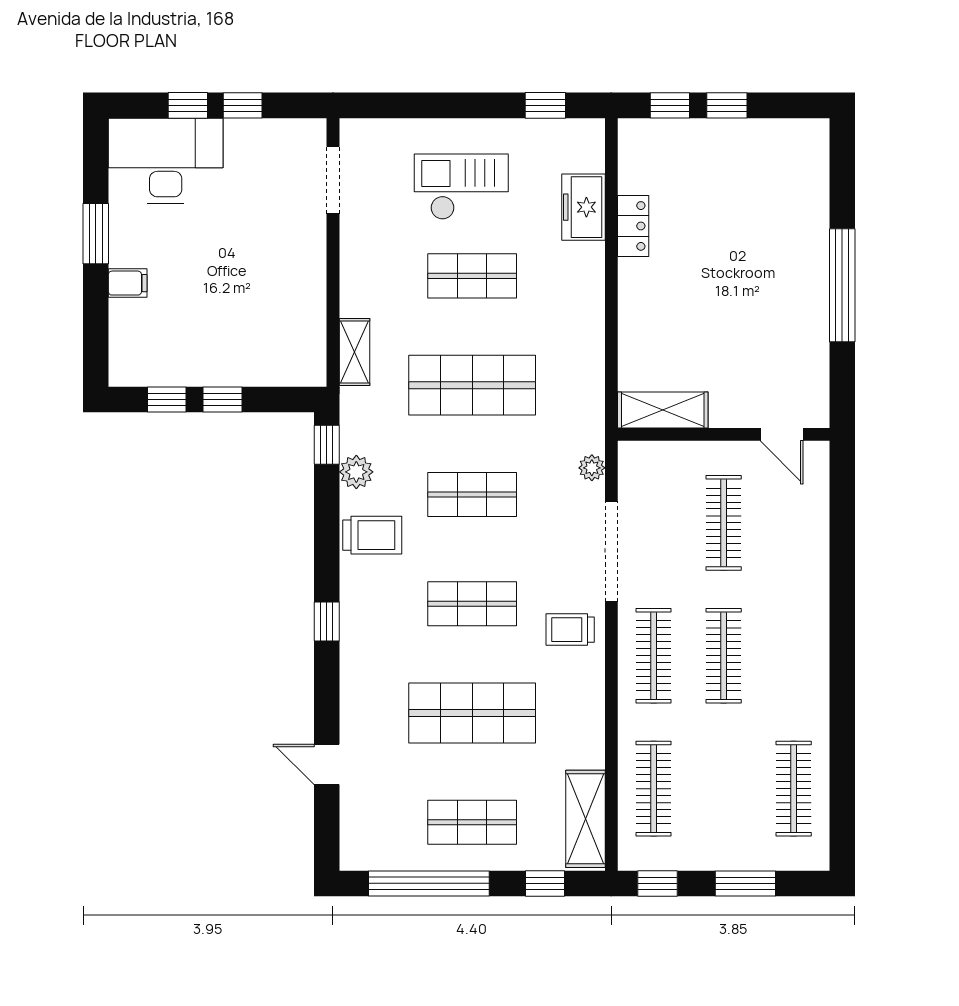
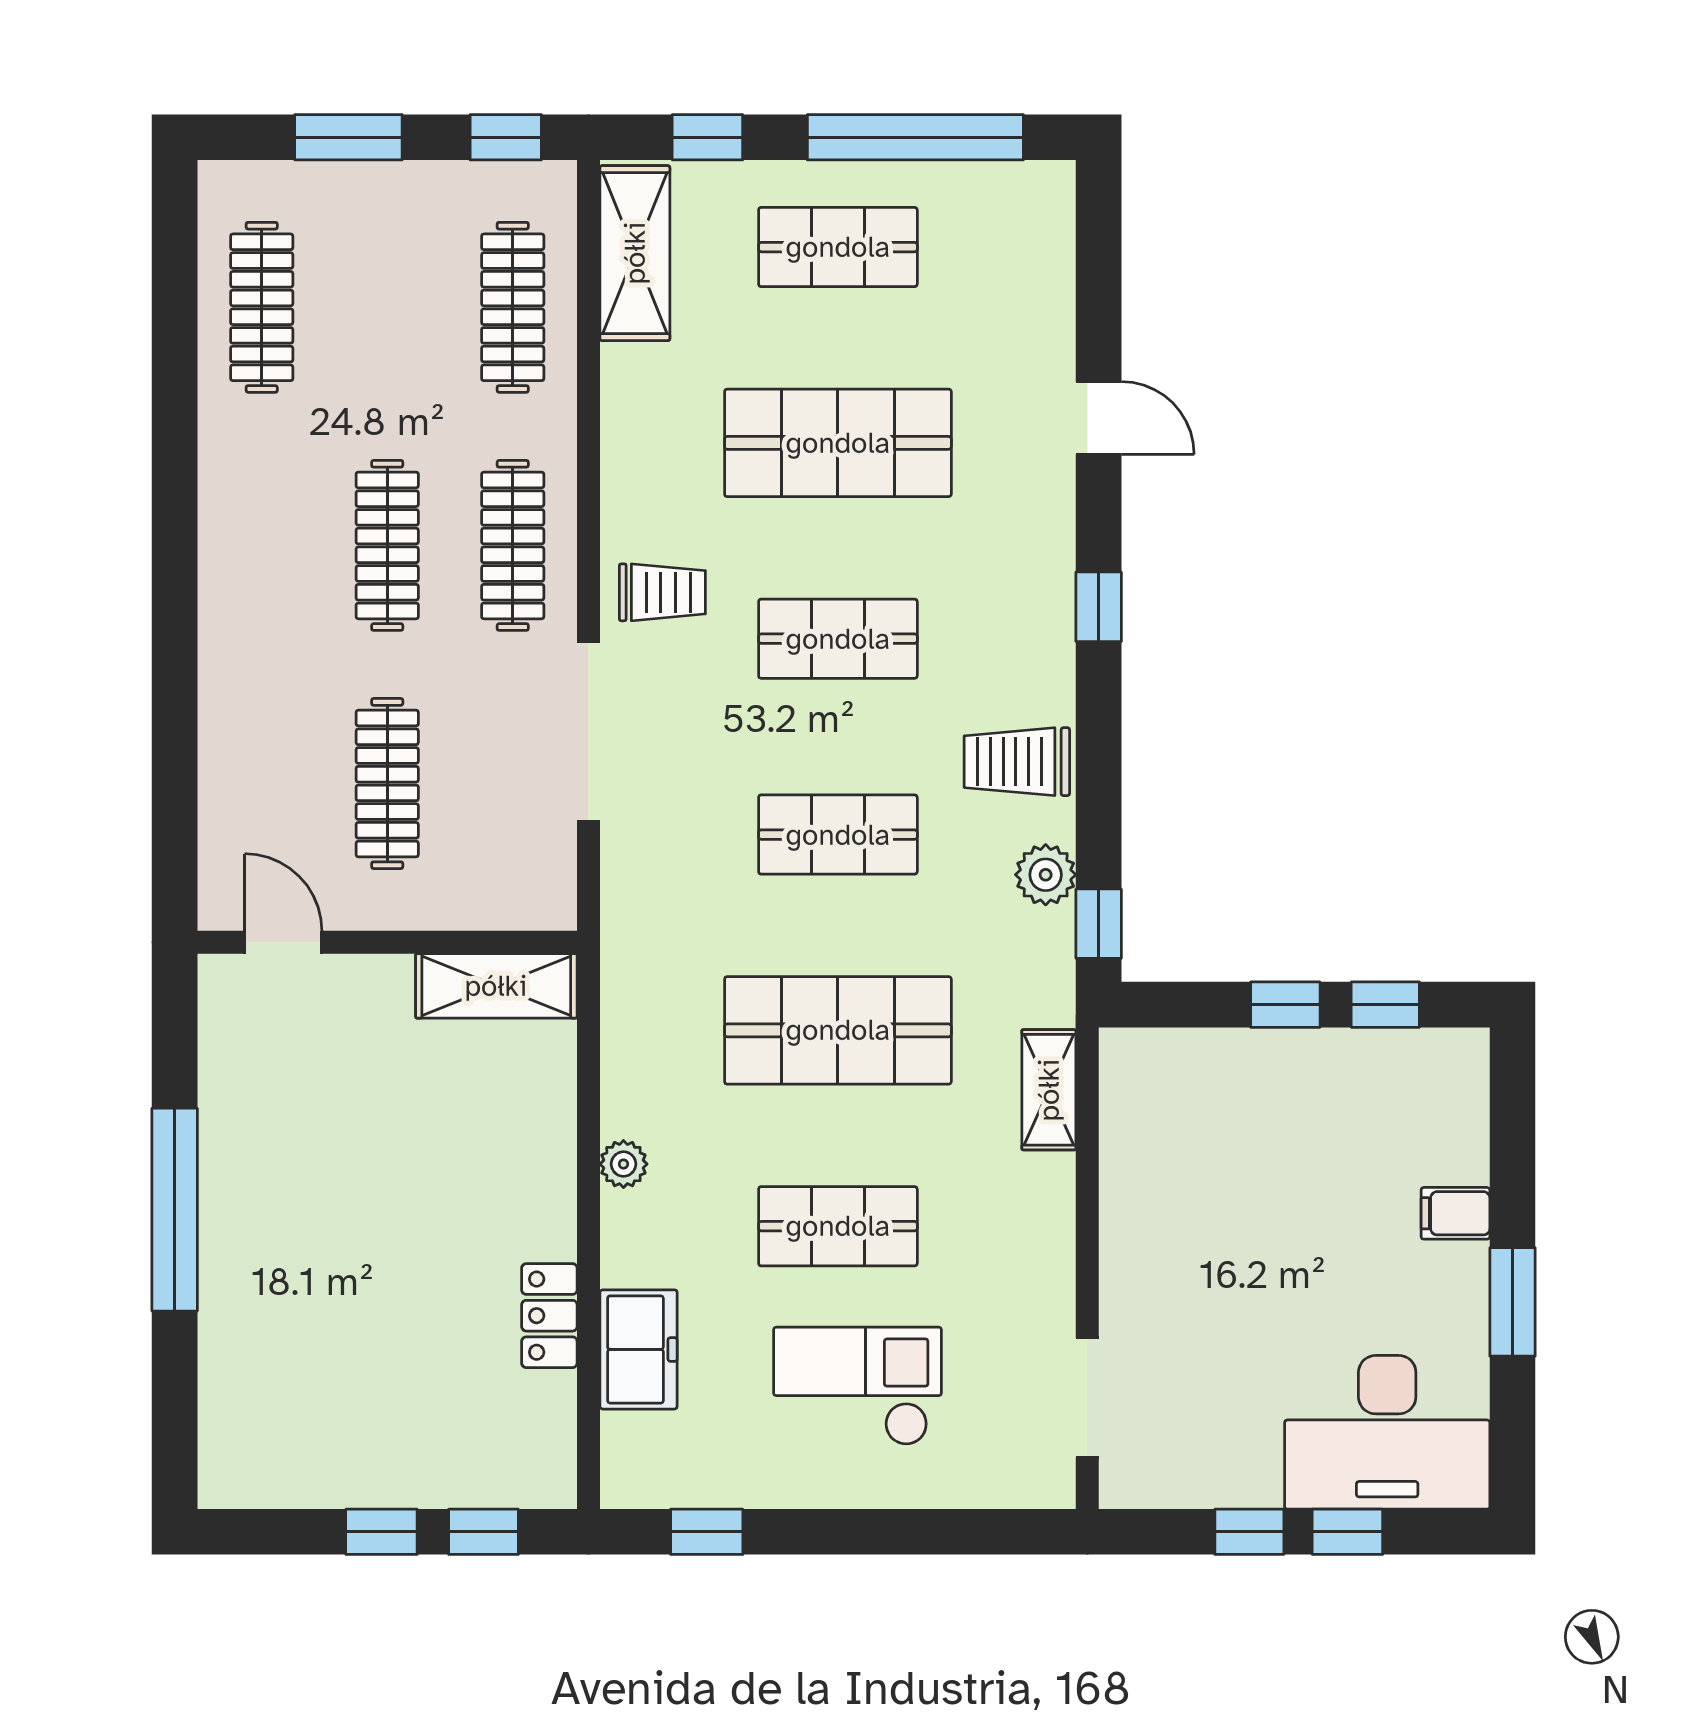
checkout: (461, 187) -> (858, 1386), turned 180
plant: (592, 468) -> (623, 1164), moved
door: (327, 764) -> (1099, 418), moved

